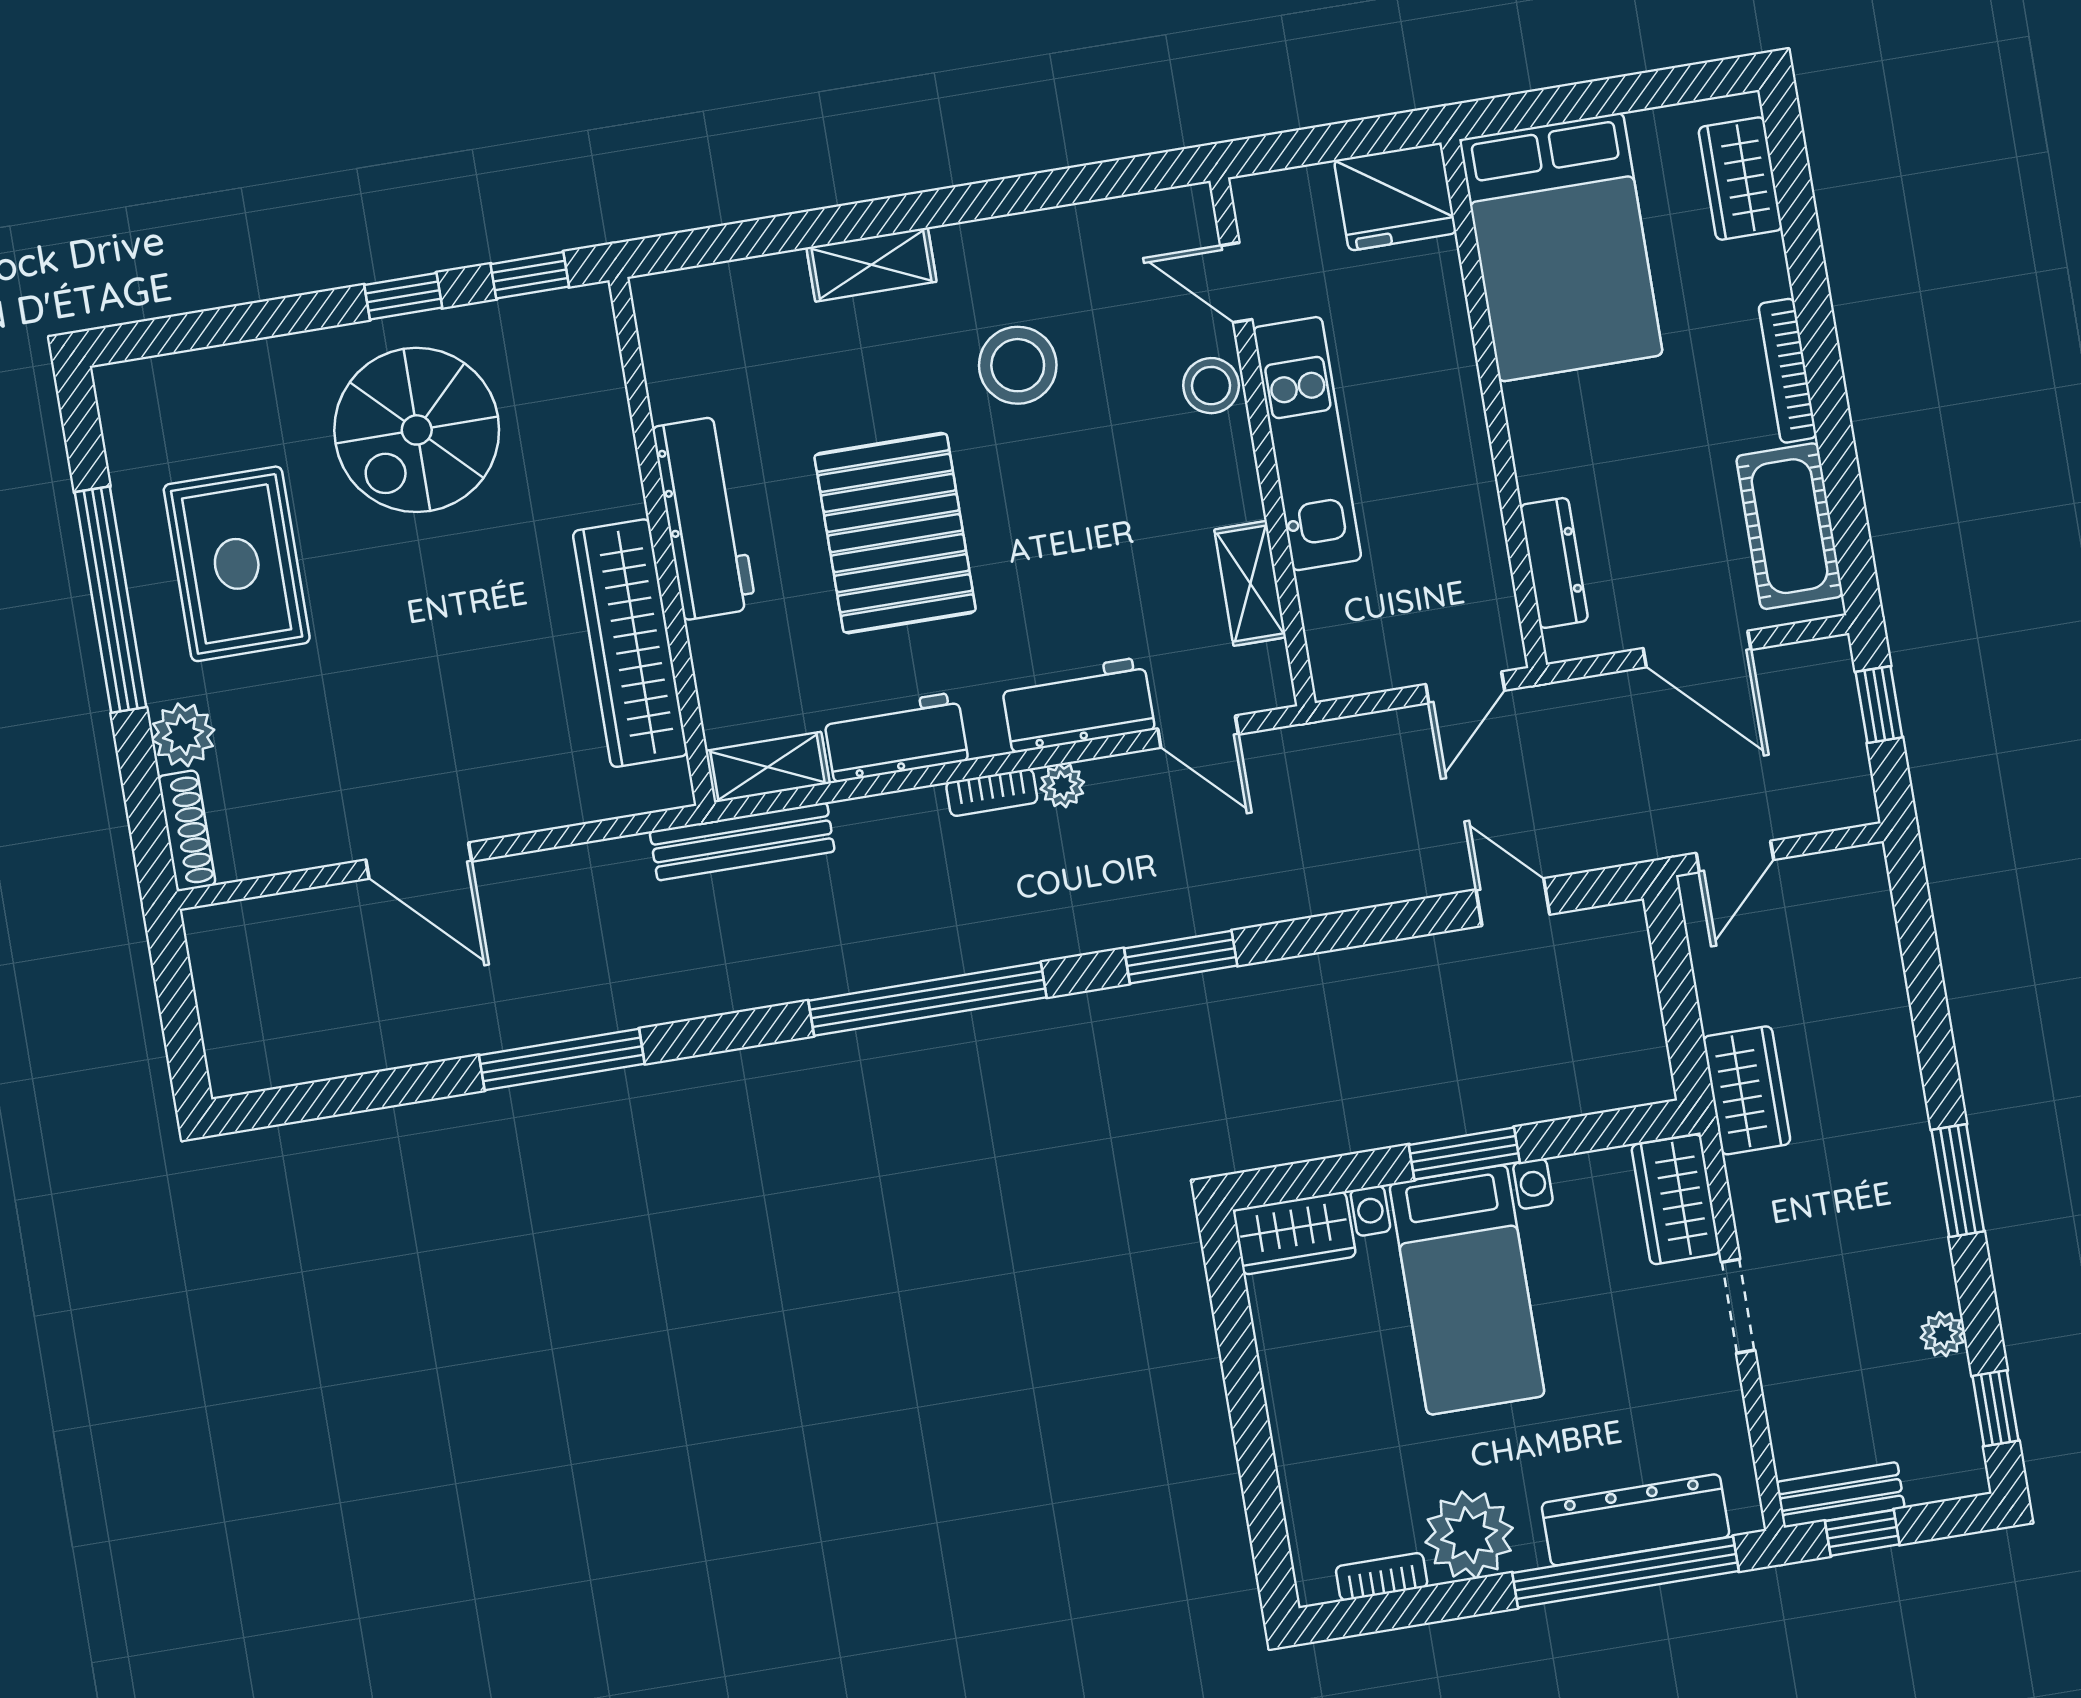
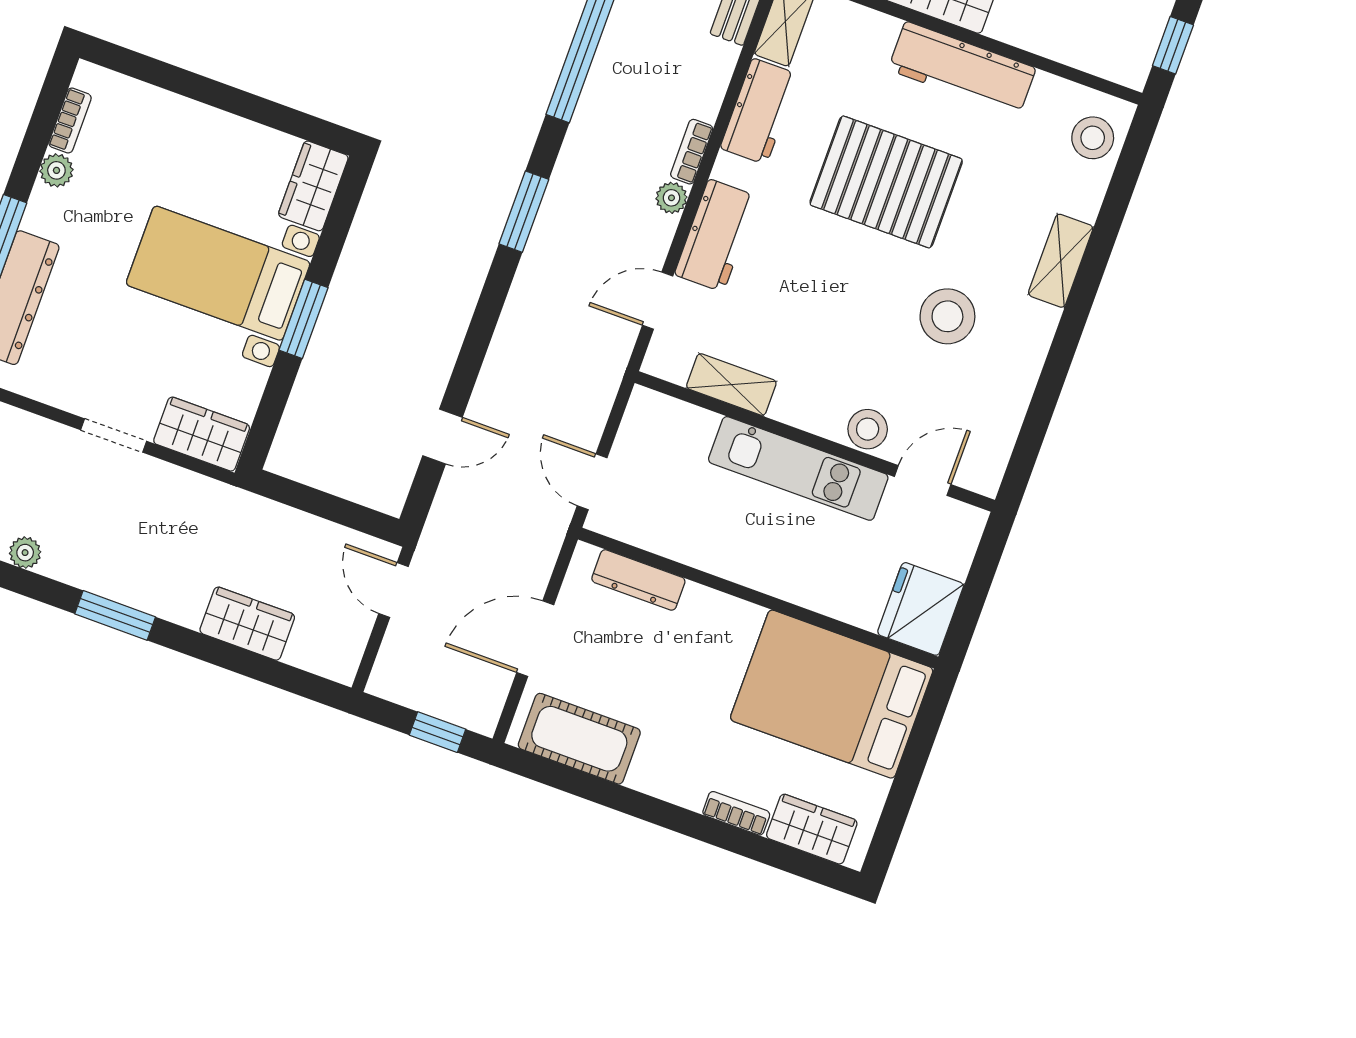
stool: (699, 310) -> (1093, 138), added
bookcase: (1788, 371) -> (736, 813), moved, width x0.64
wardrobe: (1747, 1090) -> (247, 624), moved, turned 180
plant: (1469, 1535) -> (56, 170), width x0.53, depth x0.53

